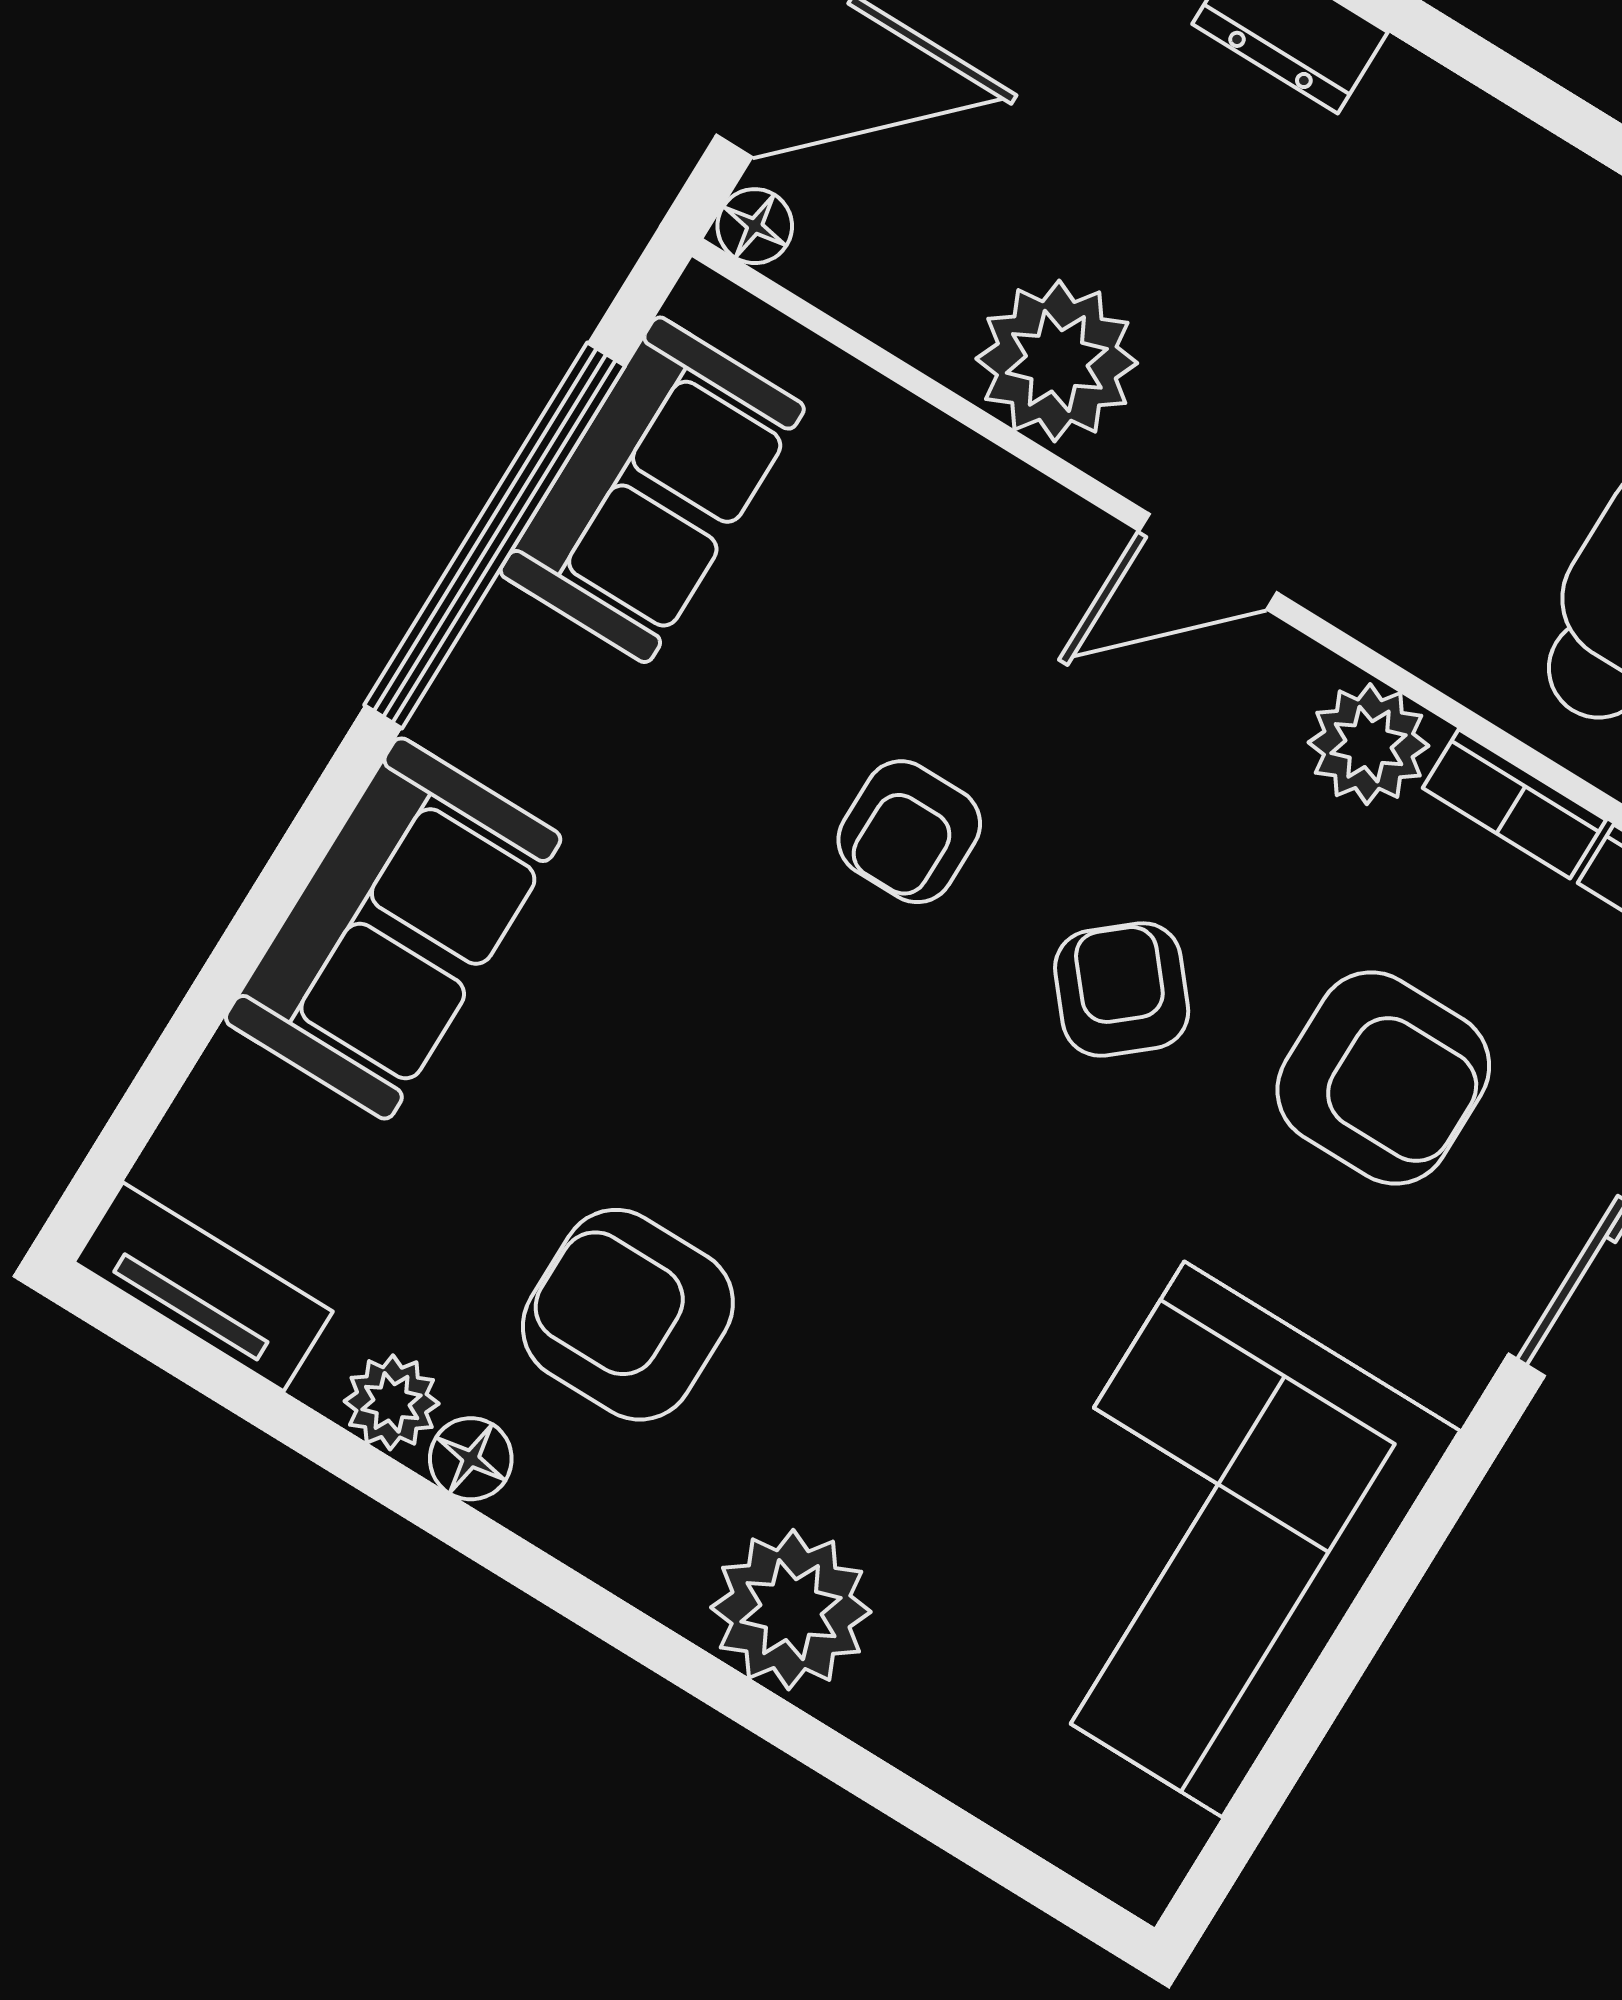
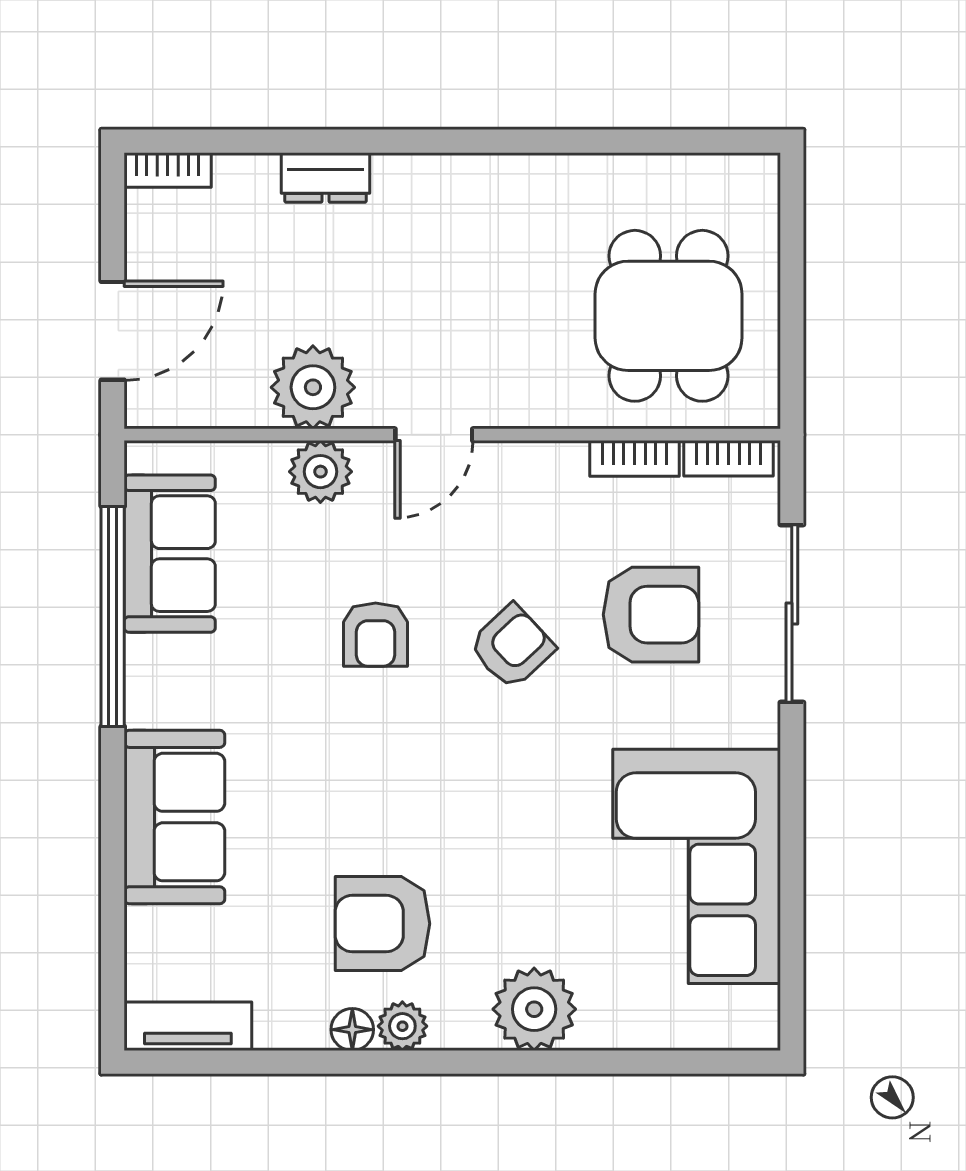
floor lamp: (755, 226) -> (143, 410), removed
plant: (1368, 744) -> (320, 472), moved
armchair: (1122, 989) -> (512, 647), turned 87
plant: (392, 1402) -> (402, 1026), moved

